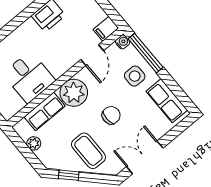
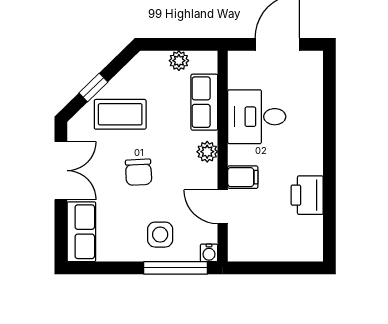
filing cabinet: (106, 29) -> (243, 177), moved, turned 90
plant: (74, 93) -> (207, 152), width x0.53, depth x0.53
row of seats: (167, 101) -> (81, 232), moved, turned 90
window: (69, 175) -> (93, 88), moved

